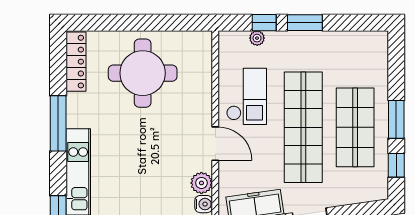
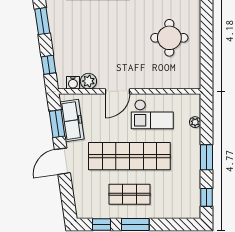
window: (264, 23) -> (207, 197), moved
round table: (143, 73) -> (169, 38), width x0.73, depth x0.73
shop shelf: (355, 127) -> (129, 194), width x0.70, depth x0.74

